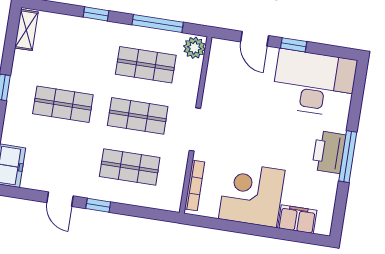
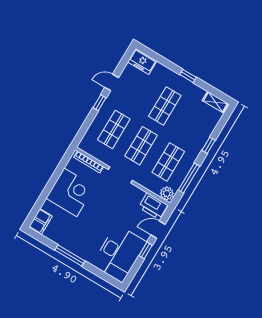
printer: (329, 152) -> (153, 206), moved, turned 180
filing cabinet: (297, 219) -> (41, 221), moved

